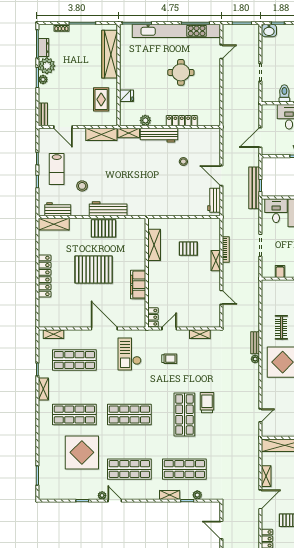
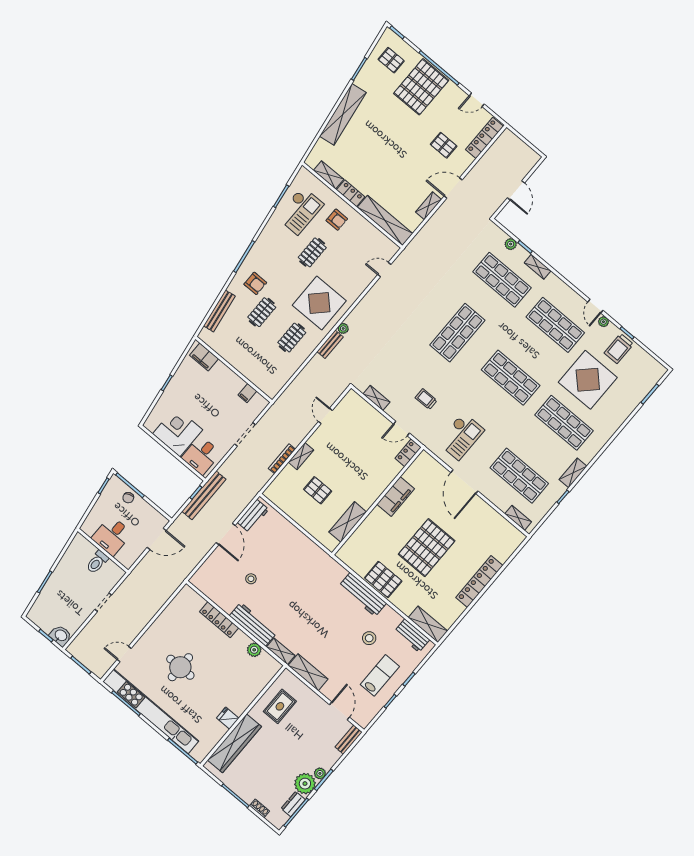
fridge: (127, 96) -> (228, 718), moved
pallet: (94, 270) -> (427, 548), turned 90
trolley: (207, 403) -> (619, 349), moved

